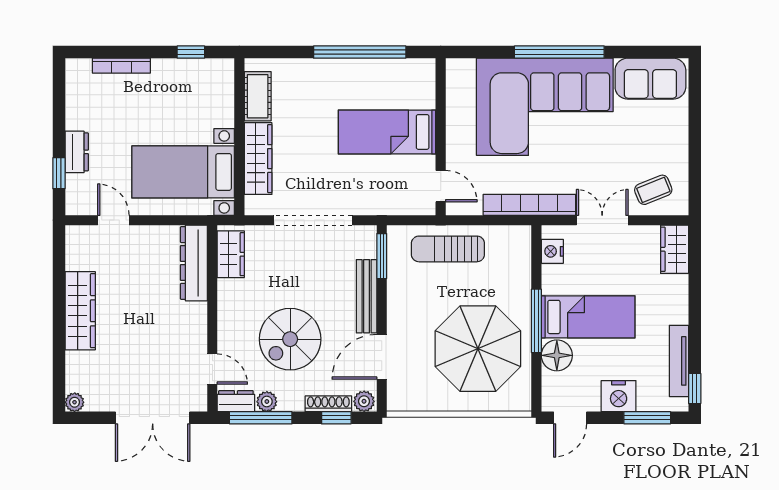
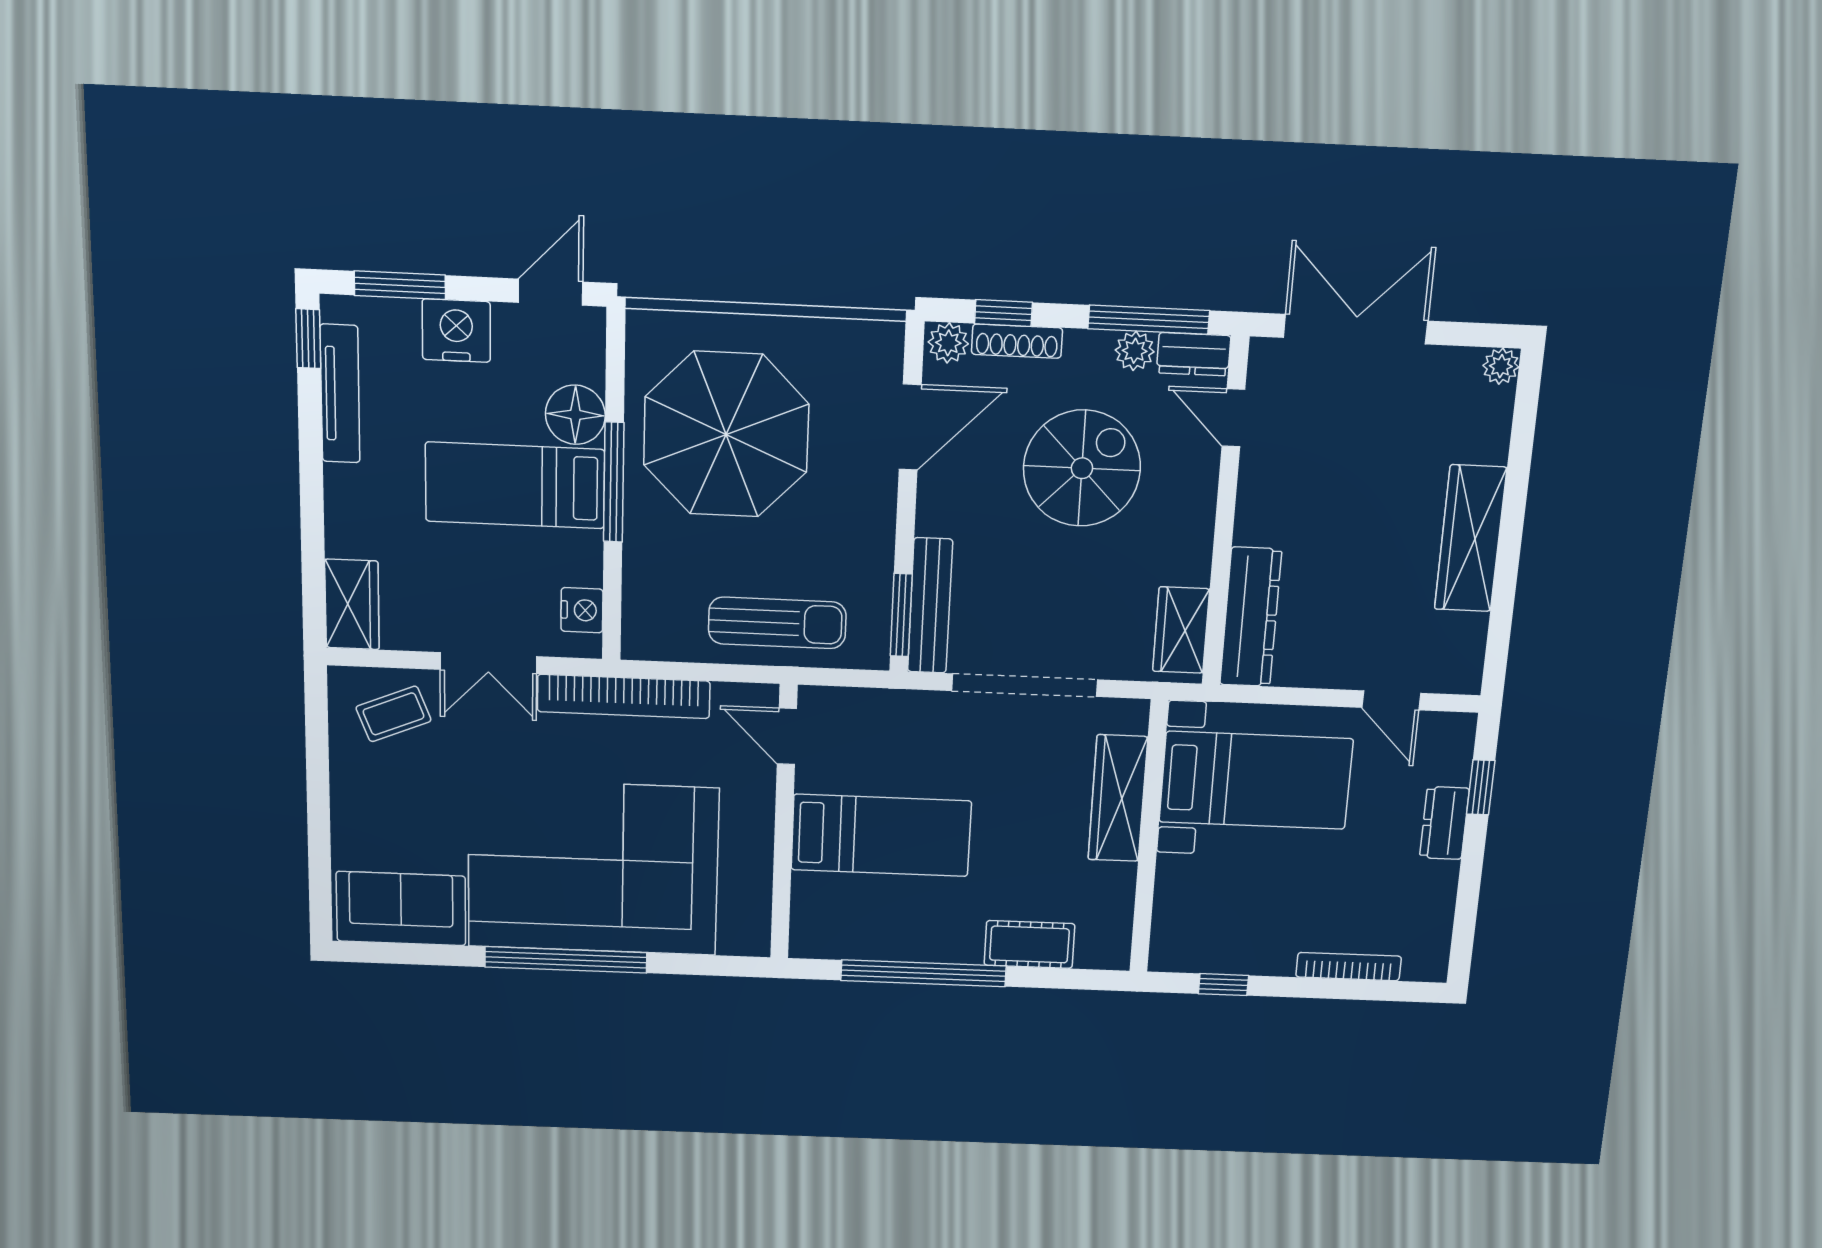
cot: (258, 96) -> (1029, 944), moved, turned 90
bench: (367, 296) -> (930, 606), moved

